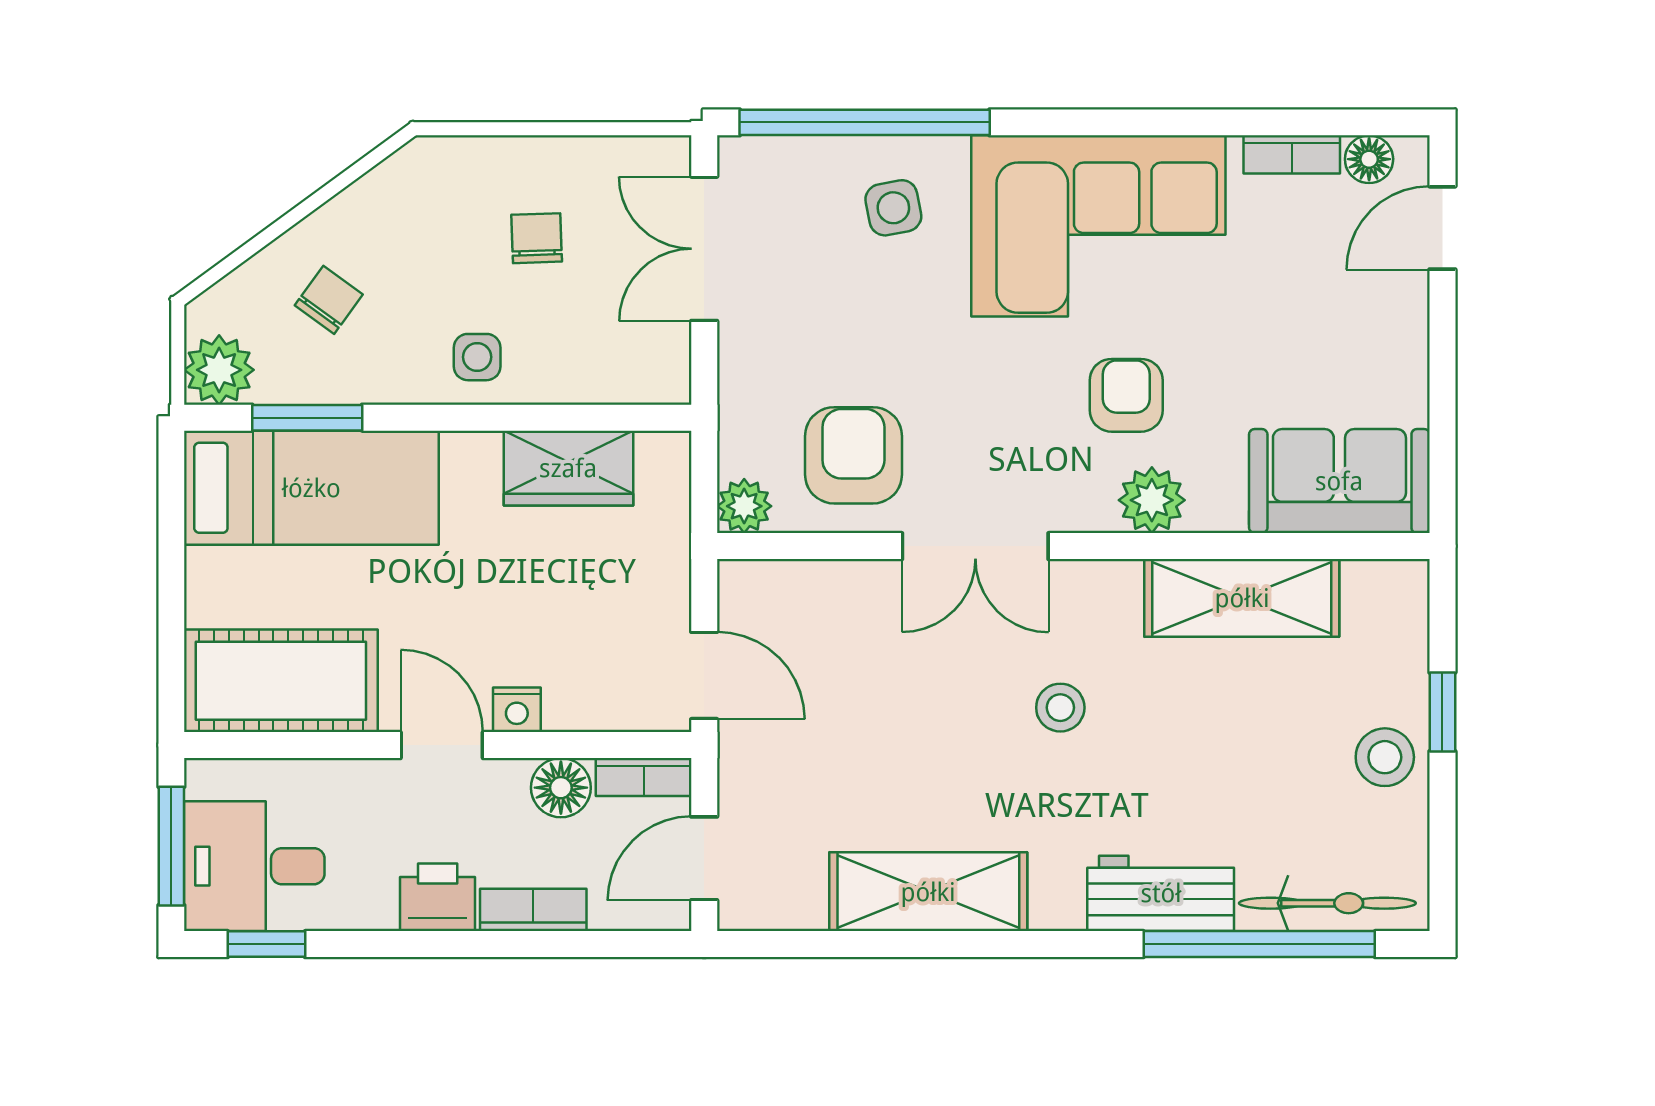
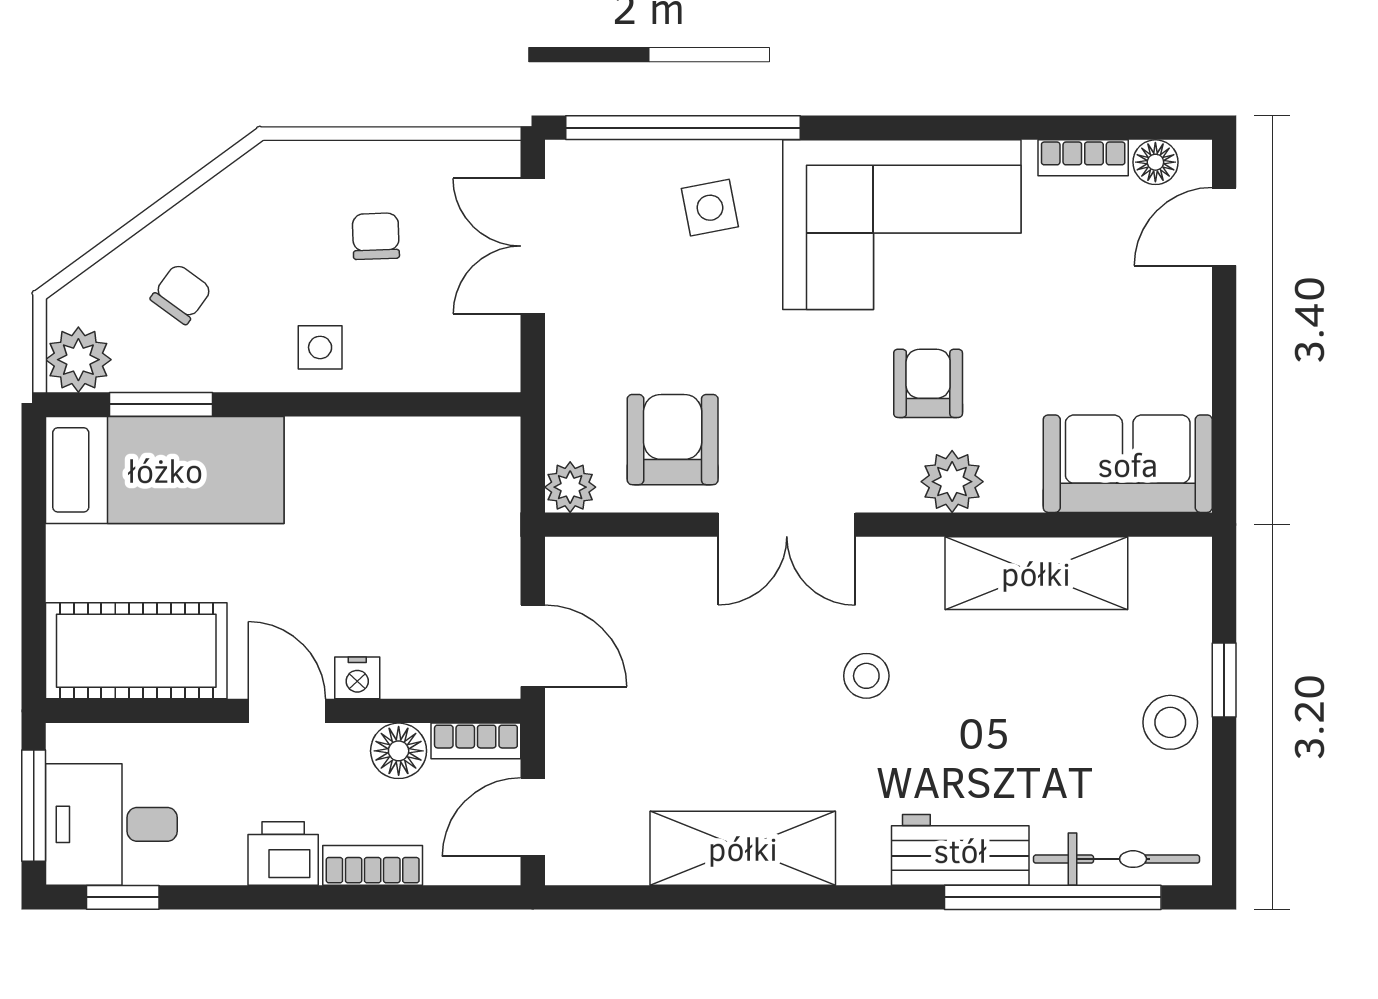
wardrobe: (568, 468) -> (406, 451), removed

